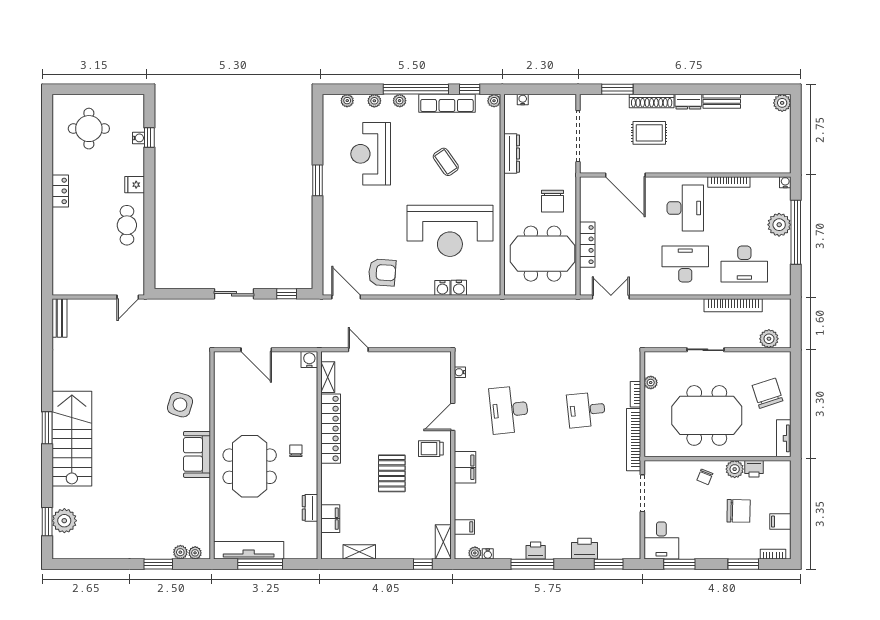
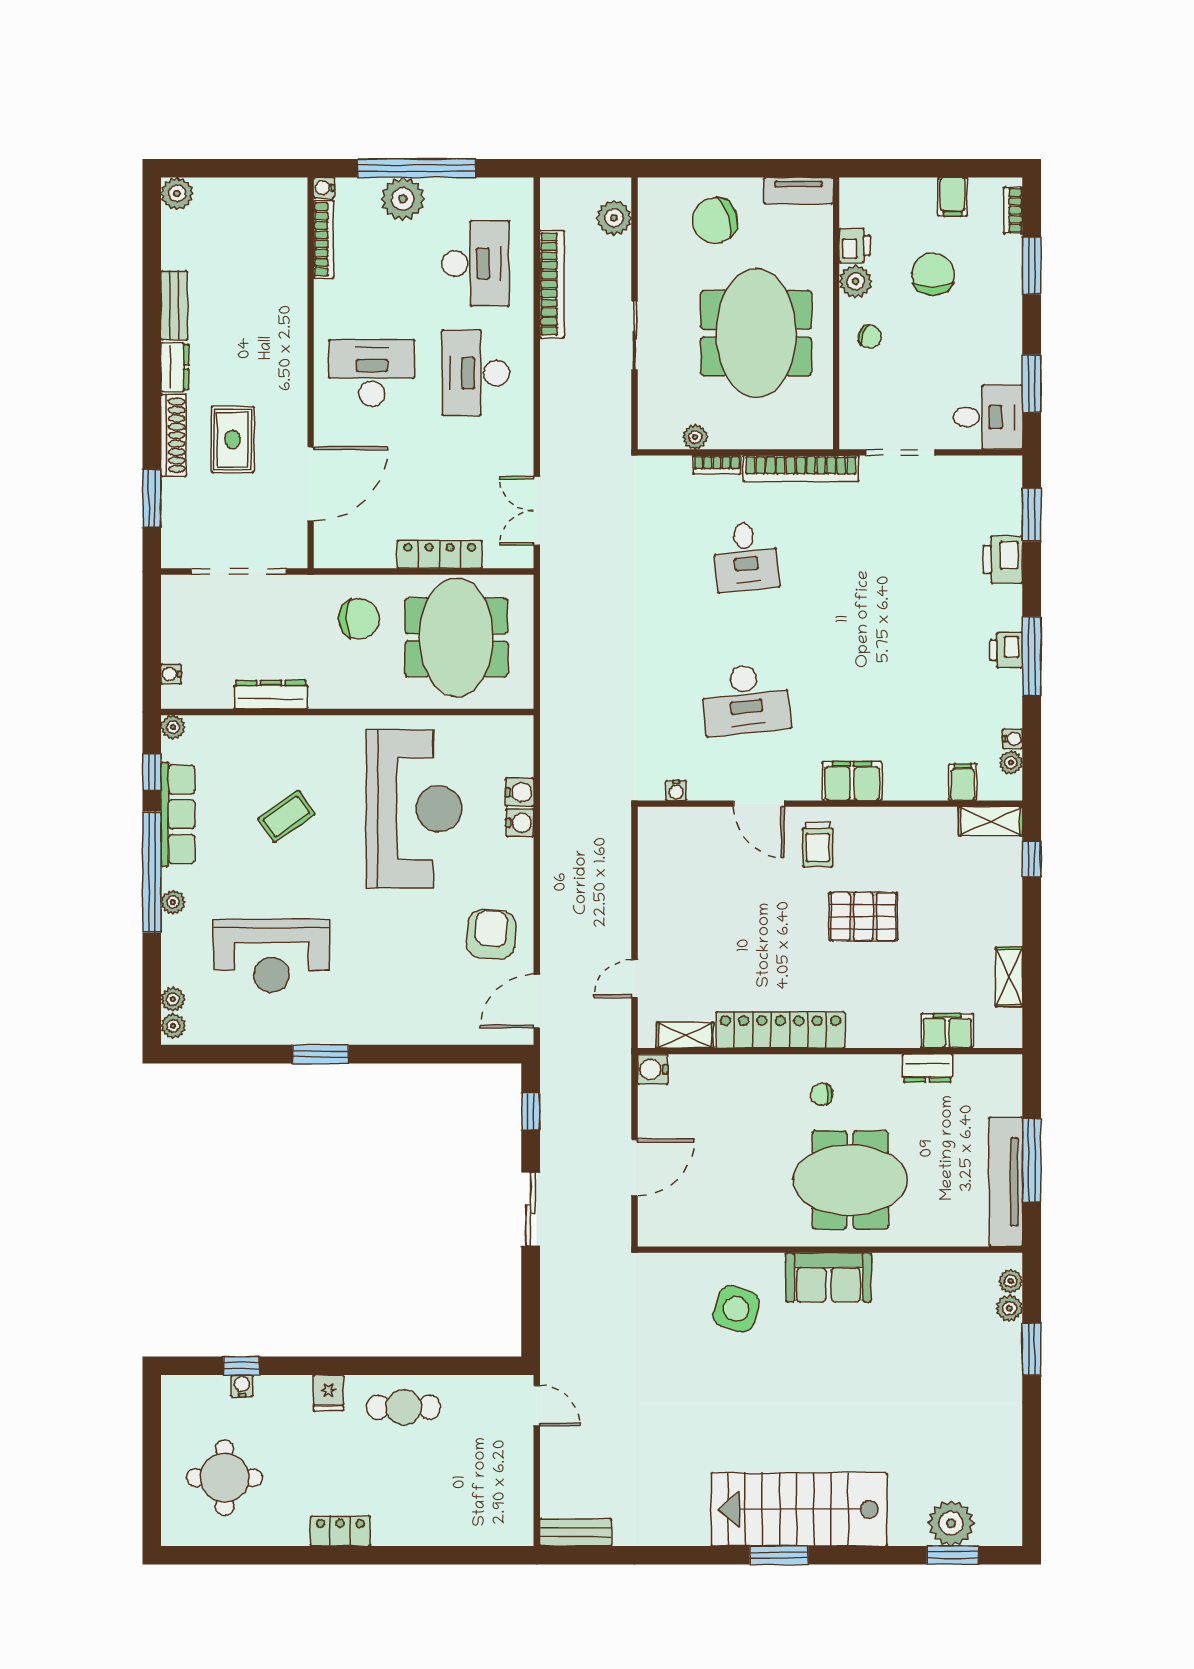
plant: (374, 101) -> (173, 1026), moved
bookcase: (729, 182) -> (324, 239), moved

